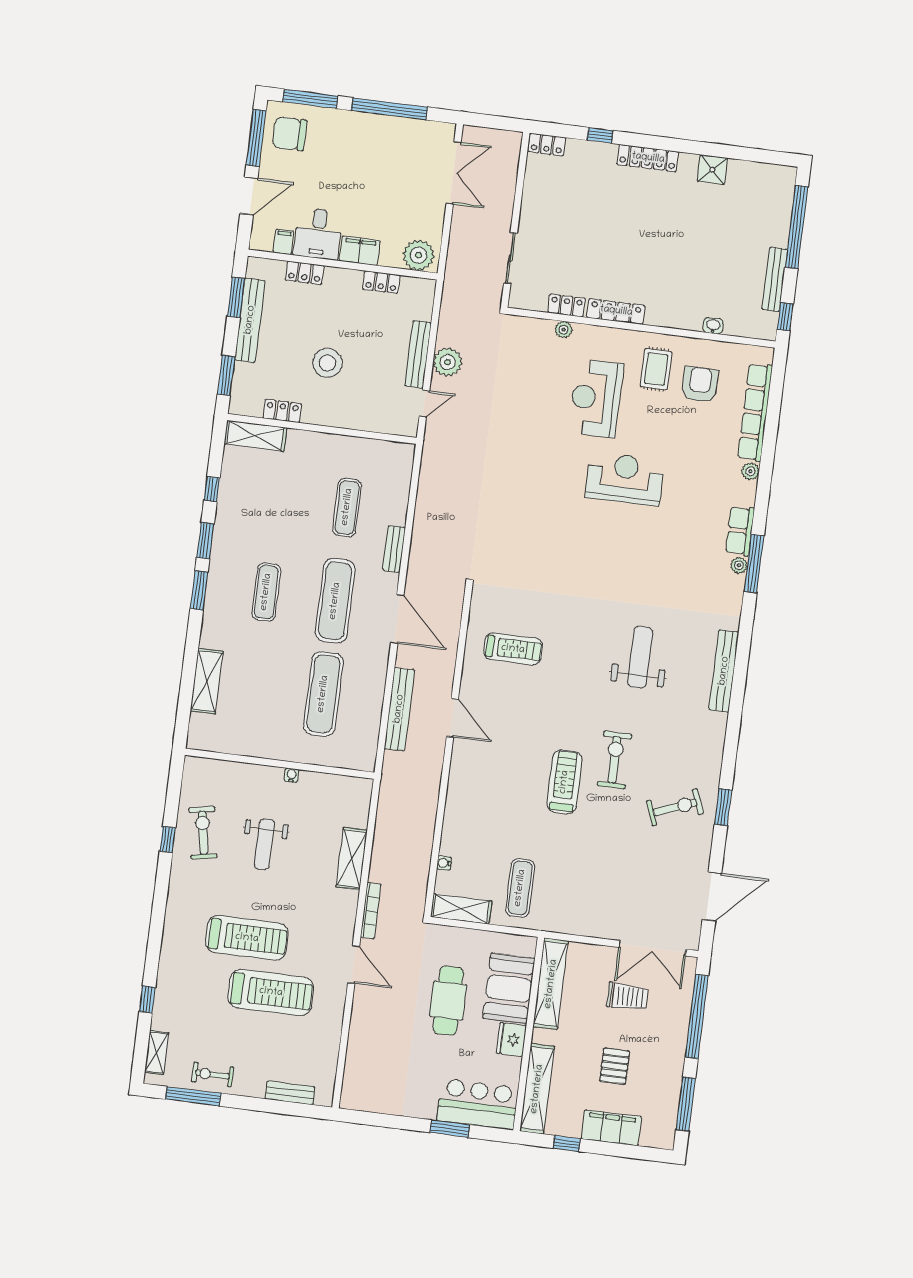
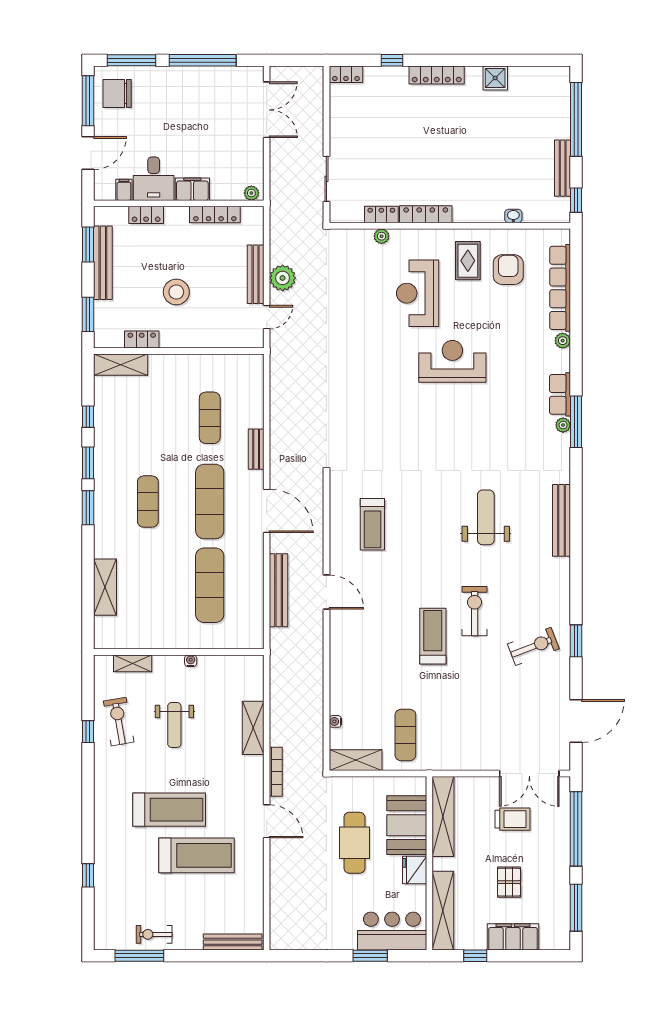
plant: (419, 255) -> (251, 193), width x0.53, depth x0.53
locker: (381, 282) -> (215, 214), width x1.53
treadmill: (513, 649) -> (372, 524), turned 90
shelving: (157, 1052) -> (133, 663), moved, turned 90
bench: (290, 1093) -> (233, 942), width x1.36

